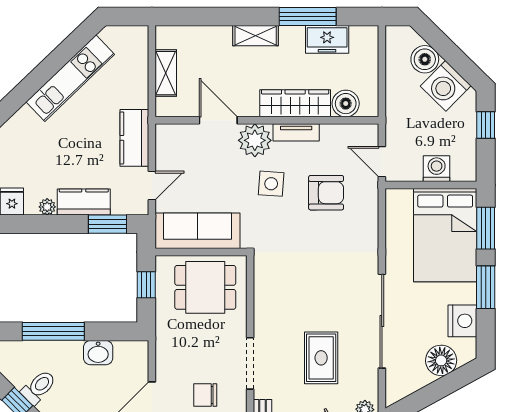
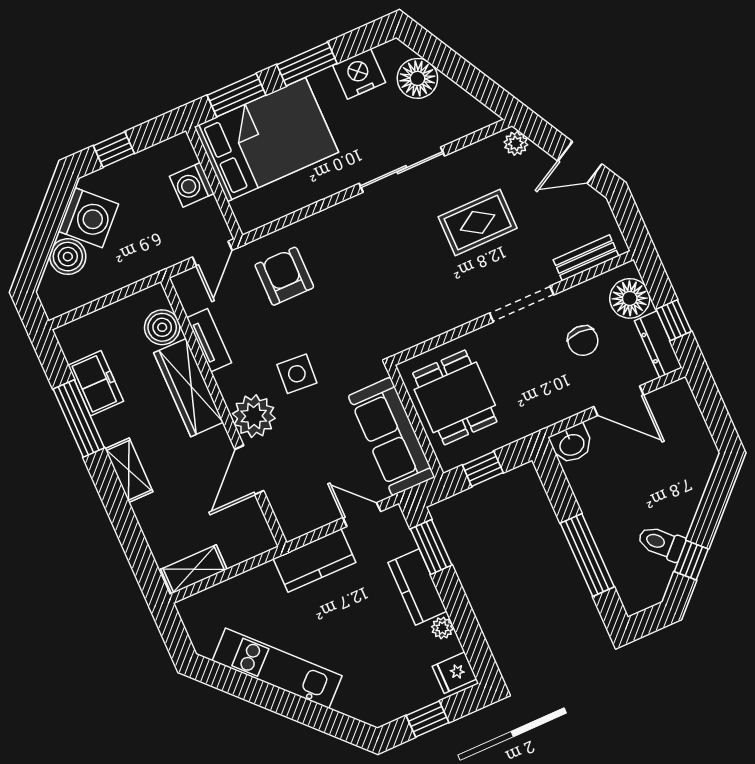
shelving: (166, 73) -> (194, 569), moved
tv unit: (296, 132) -> (209, 340), moved
armchair: (326, 193) -> (284, 276), moved
sliding door: (382, 321) -> (402, 170), width x0.73
washbasin: (98, 353) -> (572, 444), moved, turned 90

